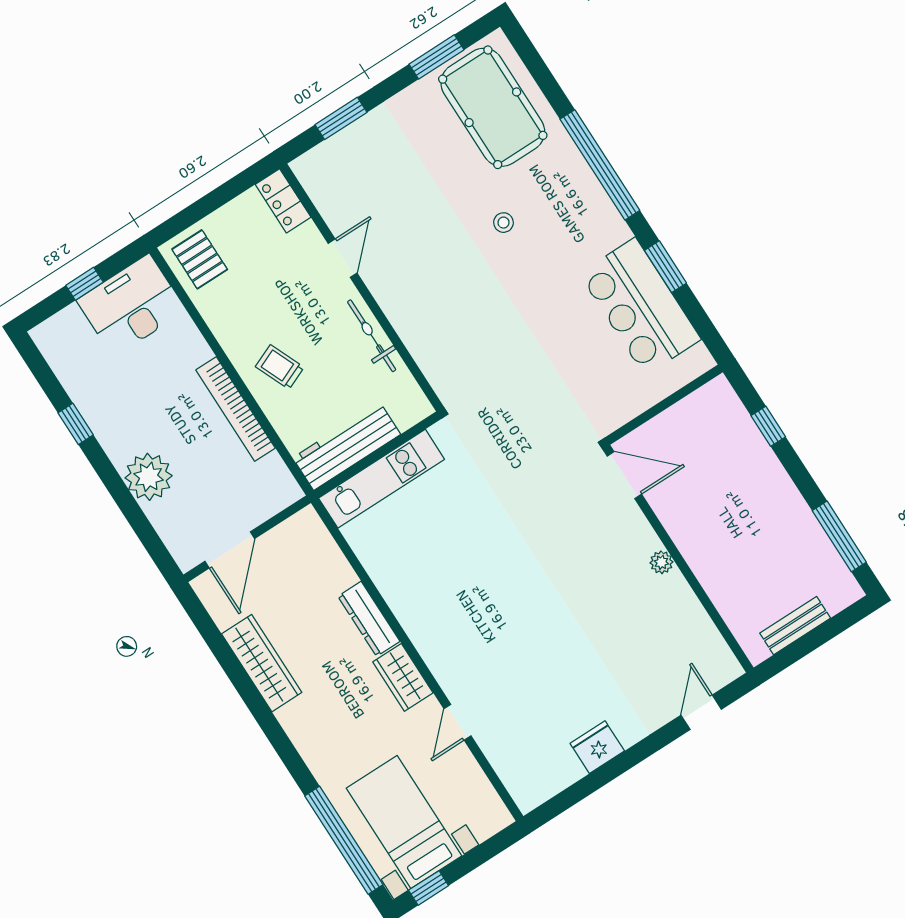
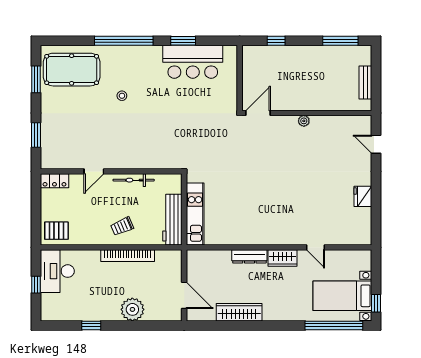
door: (343, 258) -> (94, 171), swing flipped

